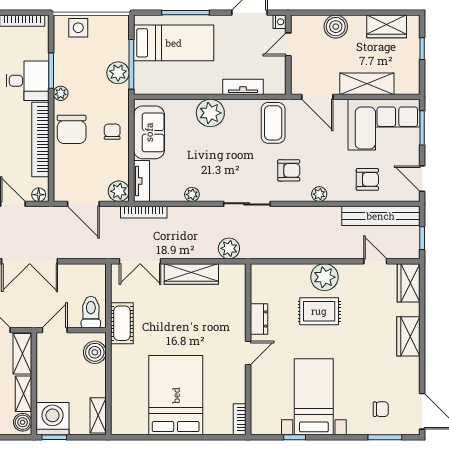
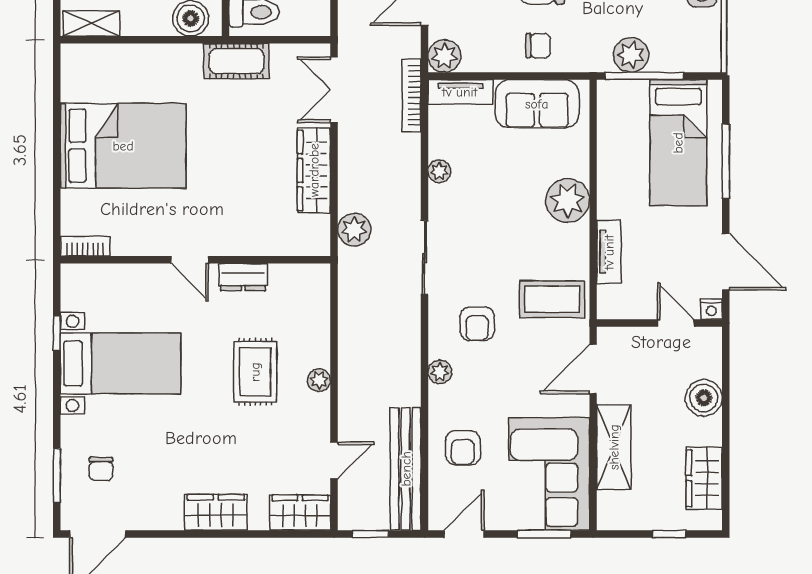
plant: (324, 277) -> (319, 380), width x0.53, depth x0.53

